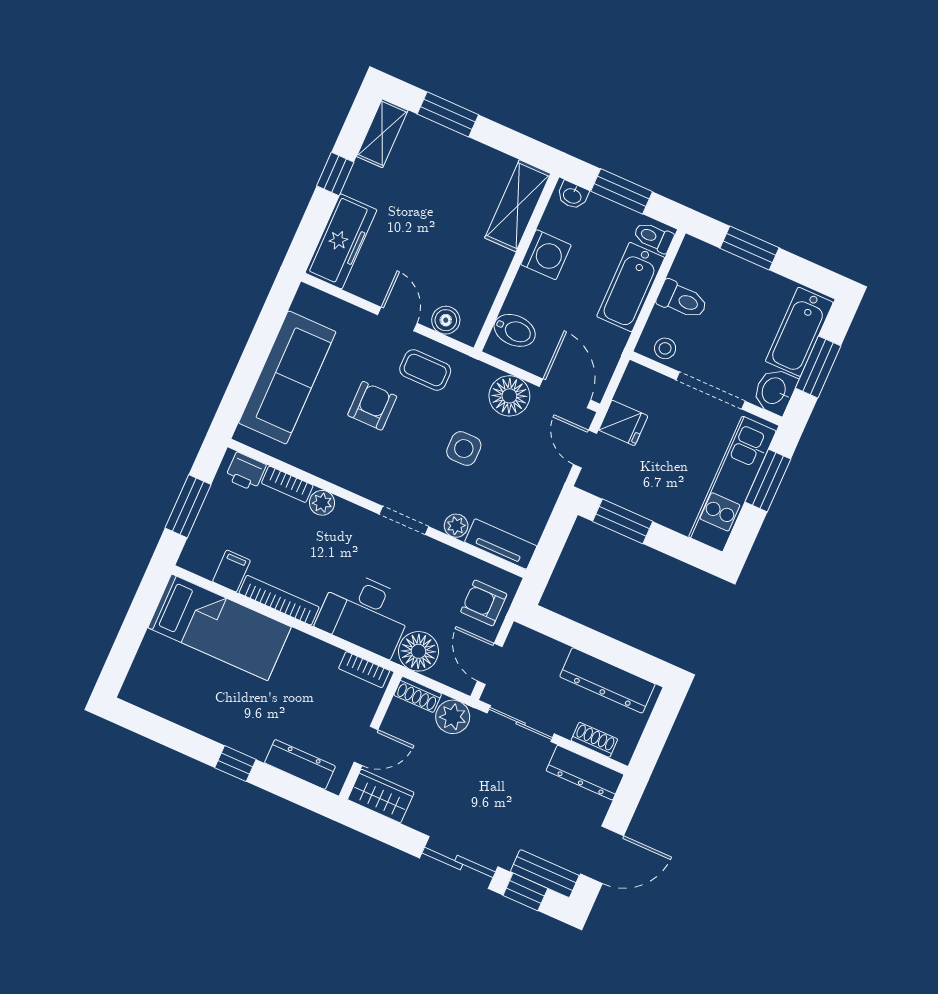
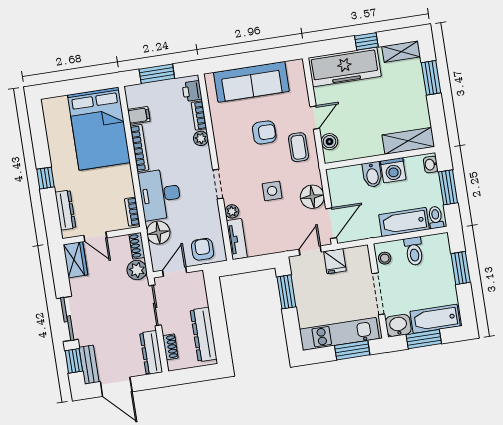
freezer: (341, 241) -> (345, 67), width x1.36, depth x1.26
bidet: (515, 330) -> (372, 175), moved
bed: (220, 627) -> (99, 129), width x1.50

